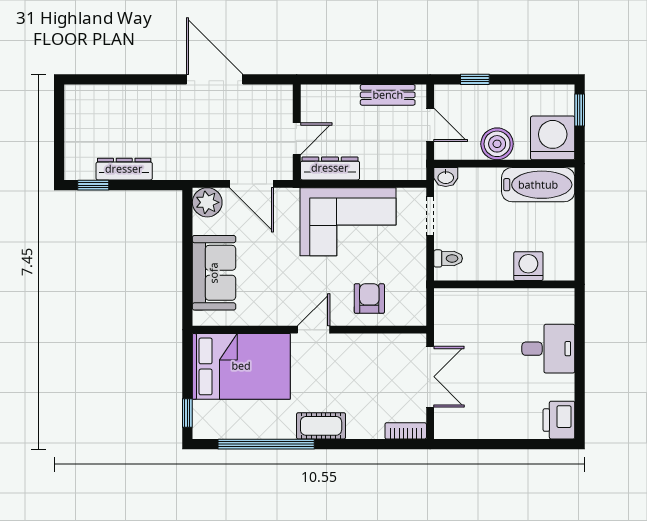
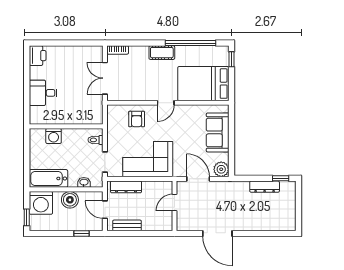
dresser: (330, 168) -> (126, 187), moved
washbasin: (446, 177) -> (84, 182), moved

